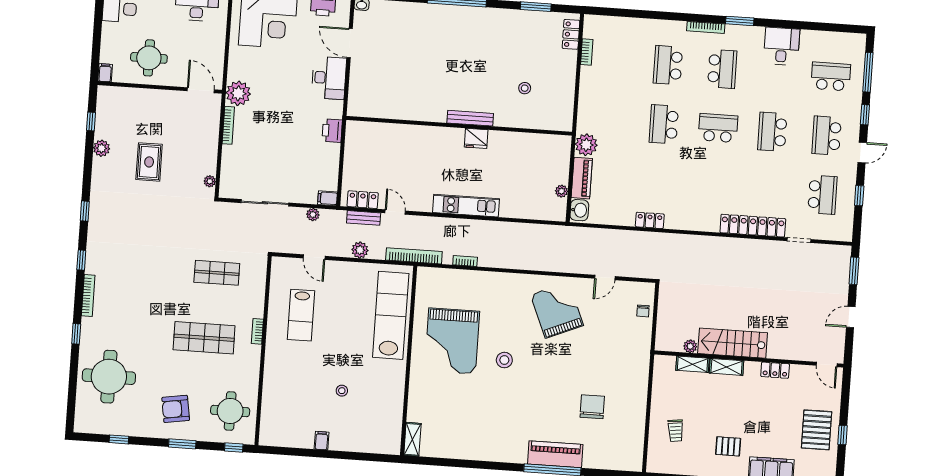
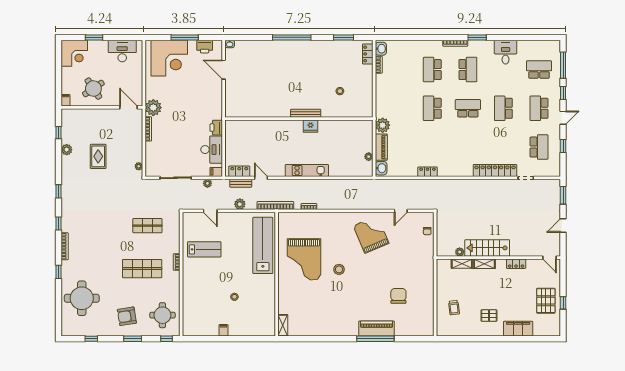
washbasin: (592, 28) -> (381, 49), added
round table: (149, 58) -> (93, 89), turned -34
desk: (329, 78) -> (212, 150), moved
lab bench: (301, 315) -> (204, 249), turned -90

